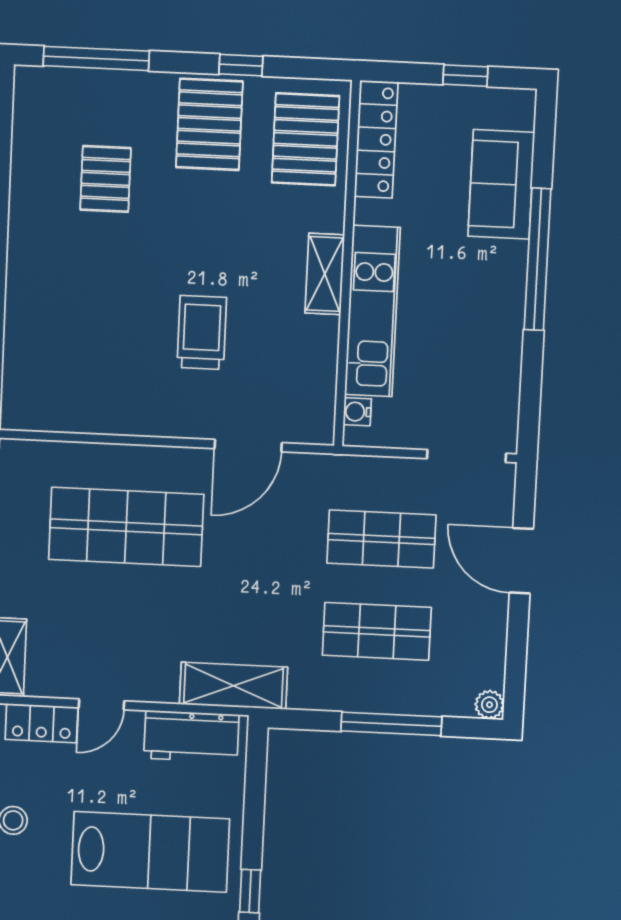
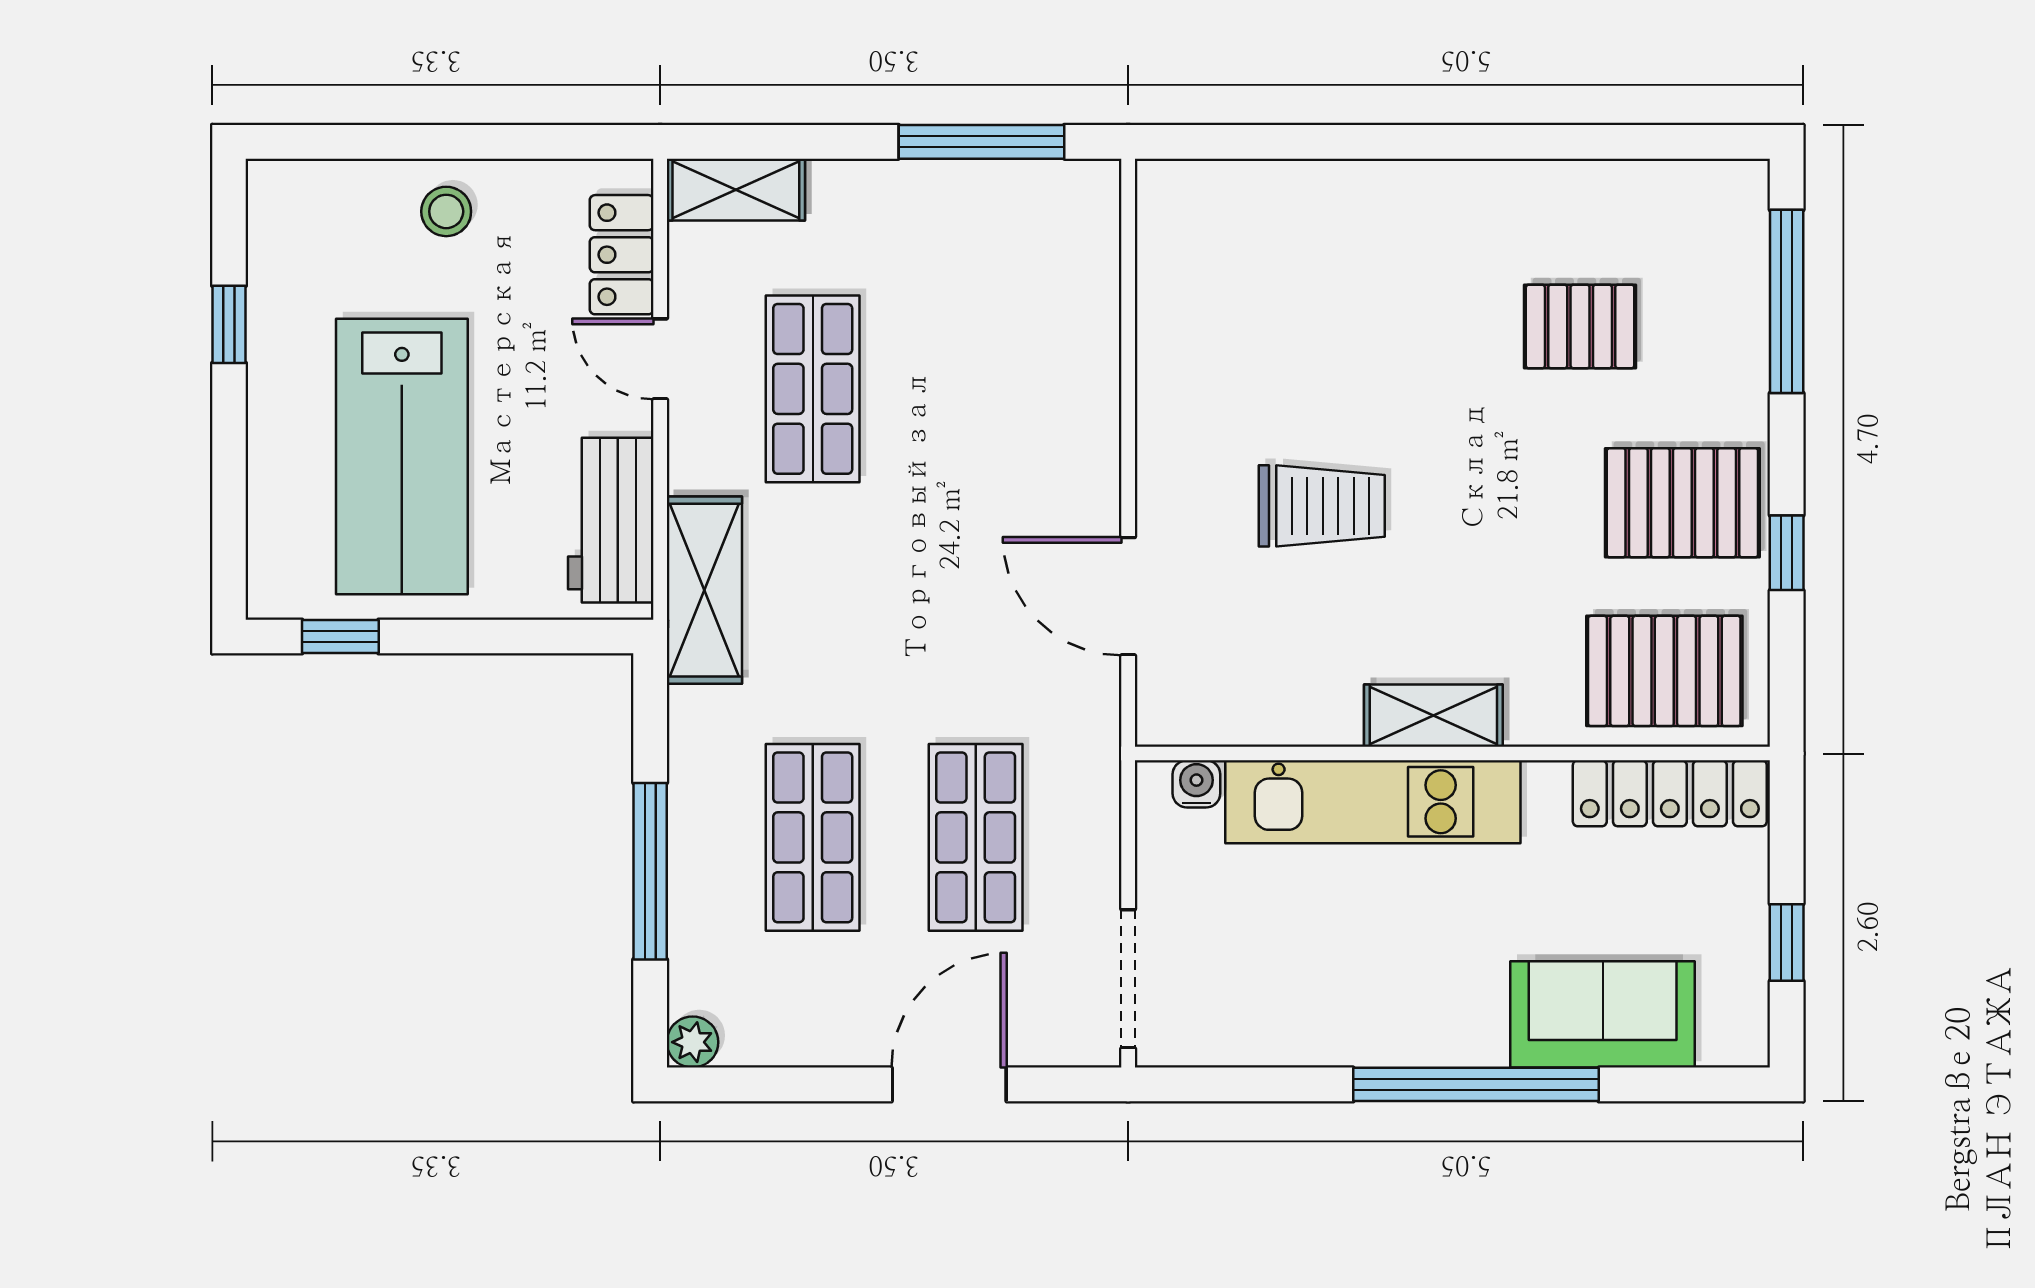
shop shelf: (126, 527) -> (813, 389), moved, width x0.70, depth x0.74

